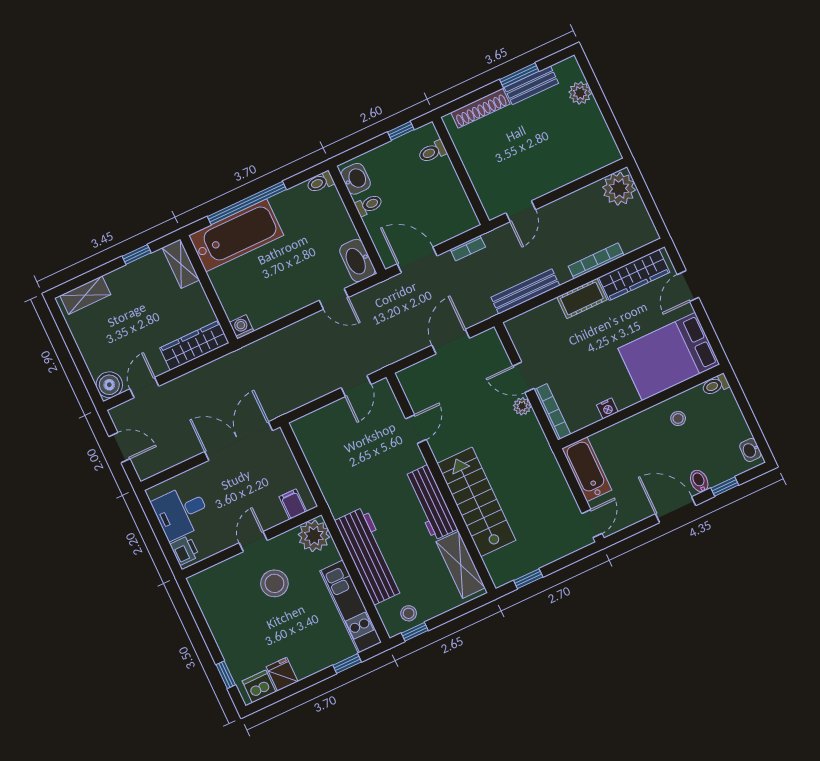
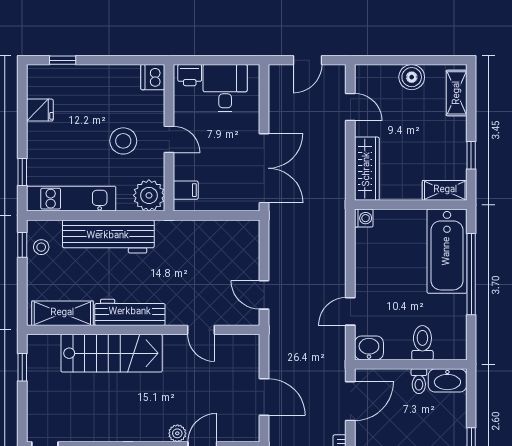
washbasin: (356, 179) -> (447, 380), width x1.38
toilet: (320, 182) -> (422, 343), moved, width x1.37, depth x1.39
washbasin: (357, 260) -> (369, 348), width x0.72
boiler: (109, 385) -> (412, 77), moved
dishwasher: (259, 686) -> (153, 77), moved, turned 180

